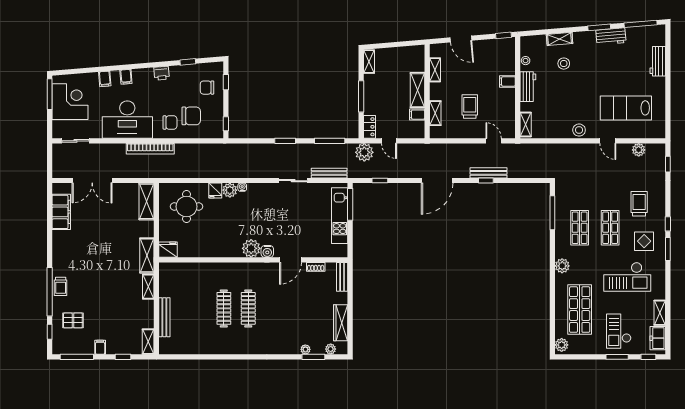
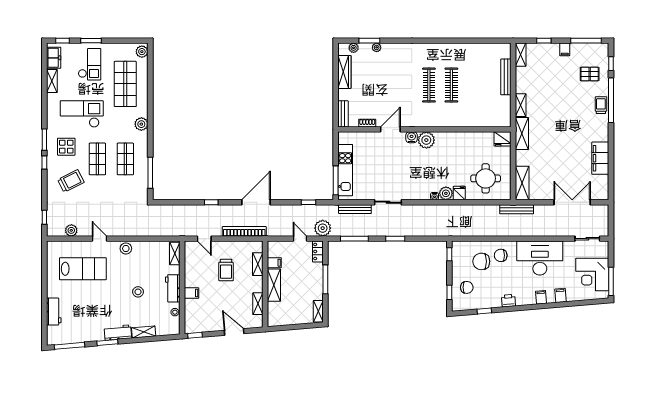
workbench: (611, 36) -> (118, 333), moved
stool: (564, 64) -> (138, 292), moved
bookcase: (150, 149) -> (244, 231), moved
bench: (488, 173) -> (517, 209), moved
trolley: (639, 204) -> (71, 181), turned -117
filing cabinet: (61, 212) -> (600, 158), moved

